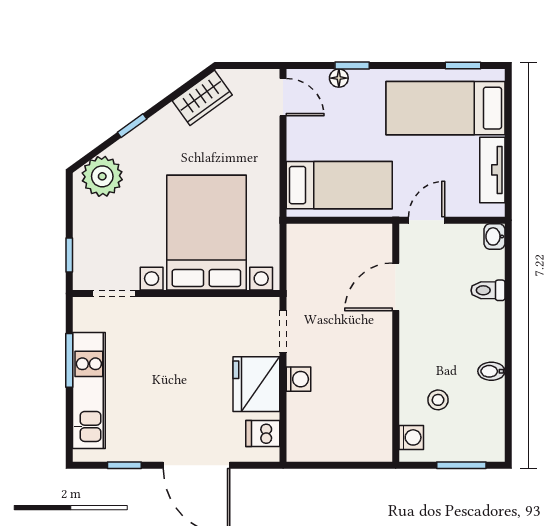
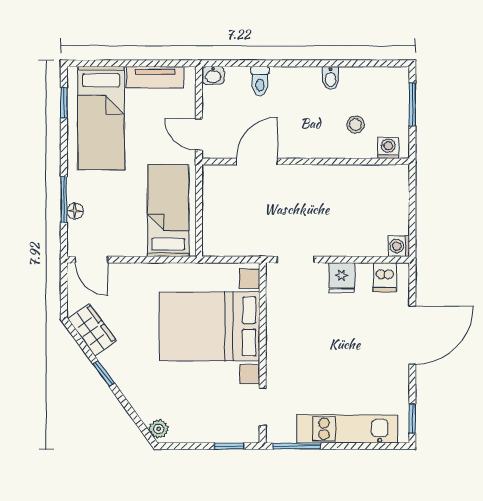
window: (352, 65) -> (64, 199), width x1.50
door: (283, 97) -> (91, 260), swing flipped
window: (132, 126) -> (104, 373), moved
plant: (102, 176) -> (159, 429), width x0.53, depth x0.53
door: (396, 287) -> (257, 161), swing flipped
window: (69, 360) -> (297, 446), moved
washing machine: (299, 379) -> (399, 246), moved, turned -90
fridge: (256, 384) -> (342, 278), width x0.53, depth x0.75
window: (124, 465) -> (412, 419), moved

